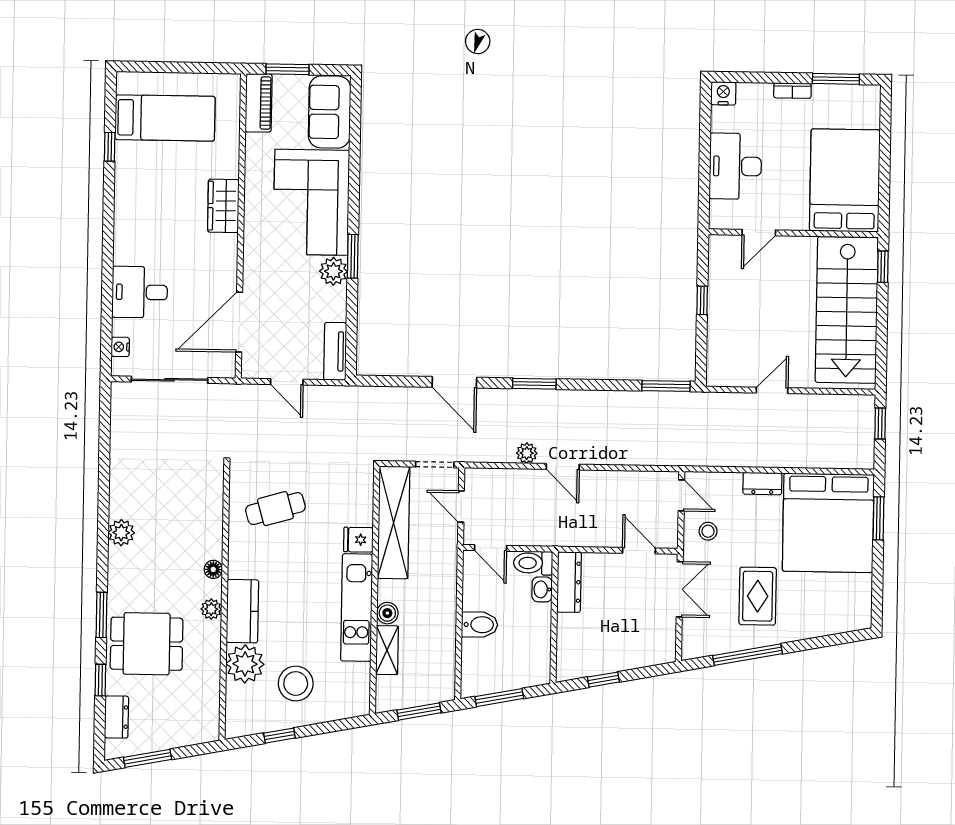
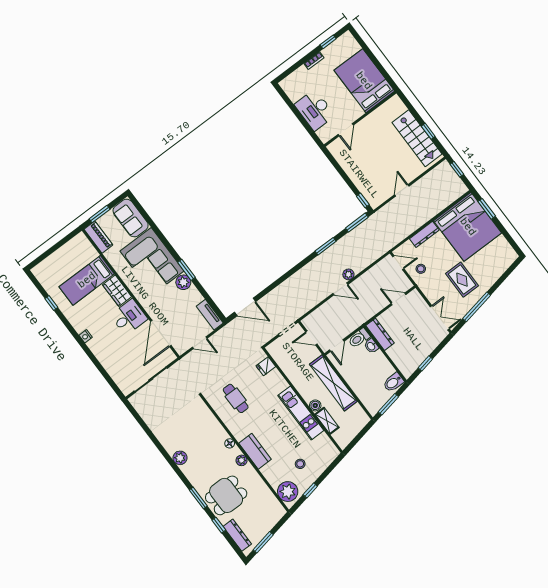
window: (836, 79) -> (328, 42), width x0.67
nightstand: (723, 93) -> (286, 84), removed
bed: (165, 118) -> (87, 280), moved, turned 180
window: (883, 267) -> (428, 131), moved
desk: (140, 292) -> (129, 317), moved, turned 180
window: (702, 300) -> (363, 200), moved
stairs: (847, 310) -> (417, 138), width x0.73, depth x0.66
nightstand: (120, 347) -> (86, 336), moved
door: (454, 382) -> (245, 307), moved
window: (534, 384) -> (326, 246), moved
plant: (527, 453) -> (348, 274), moved
dresser: (762, 484) -> (424, 234), width x1.44
cafe table: (275, 509) -> (236, 398), turned -74
shelving: (394, 522) -> (333, 383), moved
fridge: (358, 540) -> (266, 366), moved
door: (491, 548) -> (337, 346), hinge flipped
double door: (680, 589) -> (440, 318), moved
bidet: (480, 625) -> (393, 382), moved, turned 180
plant: (245, 664) -> (288, 492), moved
stool: (296, 684) -> (300, 464), width x0.53, depth x0.53
window: (419, 711) -> (360, 436), removed
dresser: (117, 717) -> (237, 535), width x1.44

